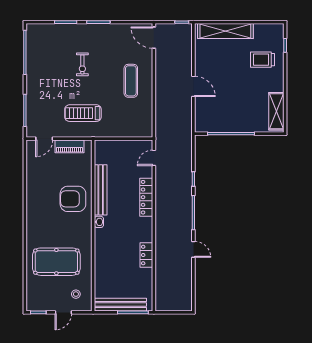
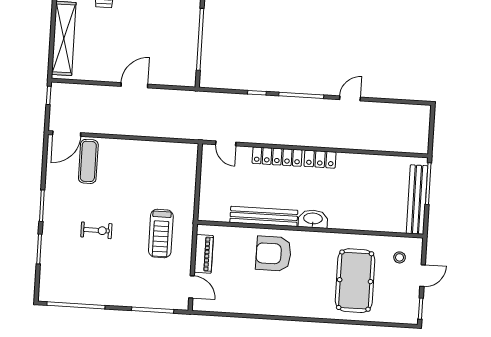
exercise mat: (131, 81) -> (88, 161), moved, turned 90
armchair: (73, 199) -> (273, 254), turned 90
washbasin: (99, 222) -> (313, 219), width x1.91, depth x1.45
locker: (146, 255) -> (320, 159), moved
door: (63, 312) -> (423, 276), hinge flipped

